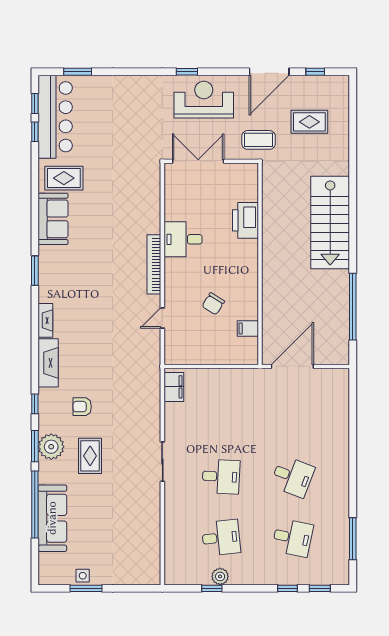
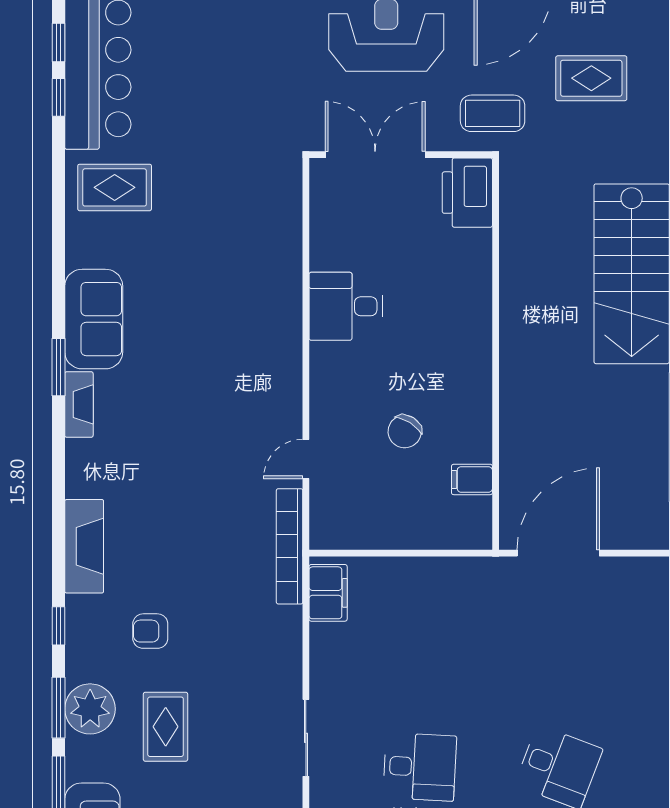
sofa: (53, 219) -> (94, 319), moved
printer: (246, 220) -> (467, 193), moved
bookcase: (154, 264) -> (290, 546), moved
fireplace: (45, 320) -> (79, 404), moved

